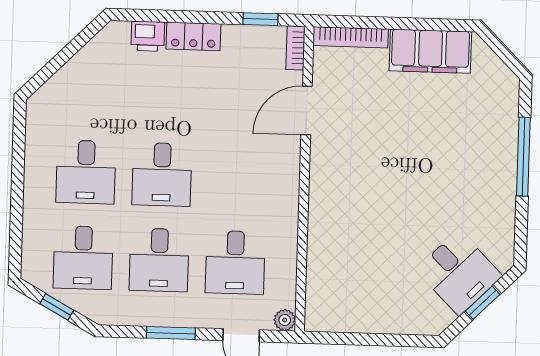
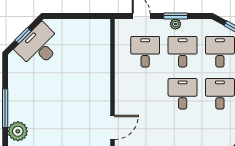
plant: (499, 109) -> (18, 131), added
desk: (459, 273) -> (39, 46), width x1.37
plant: (285, 320) -> (175, 24), moved

